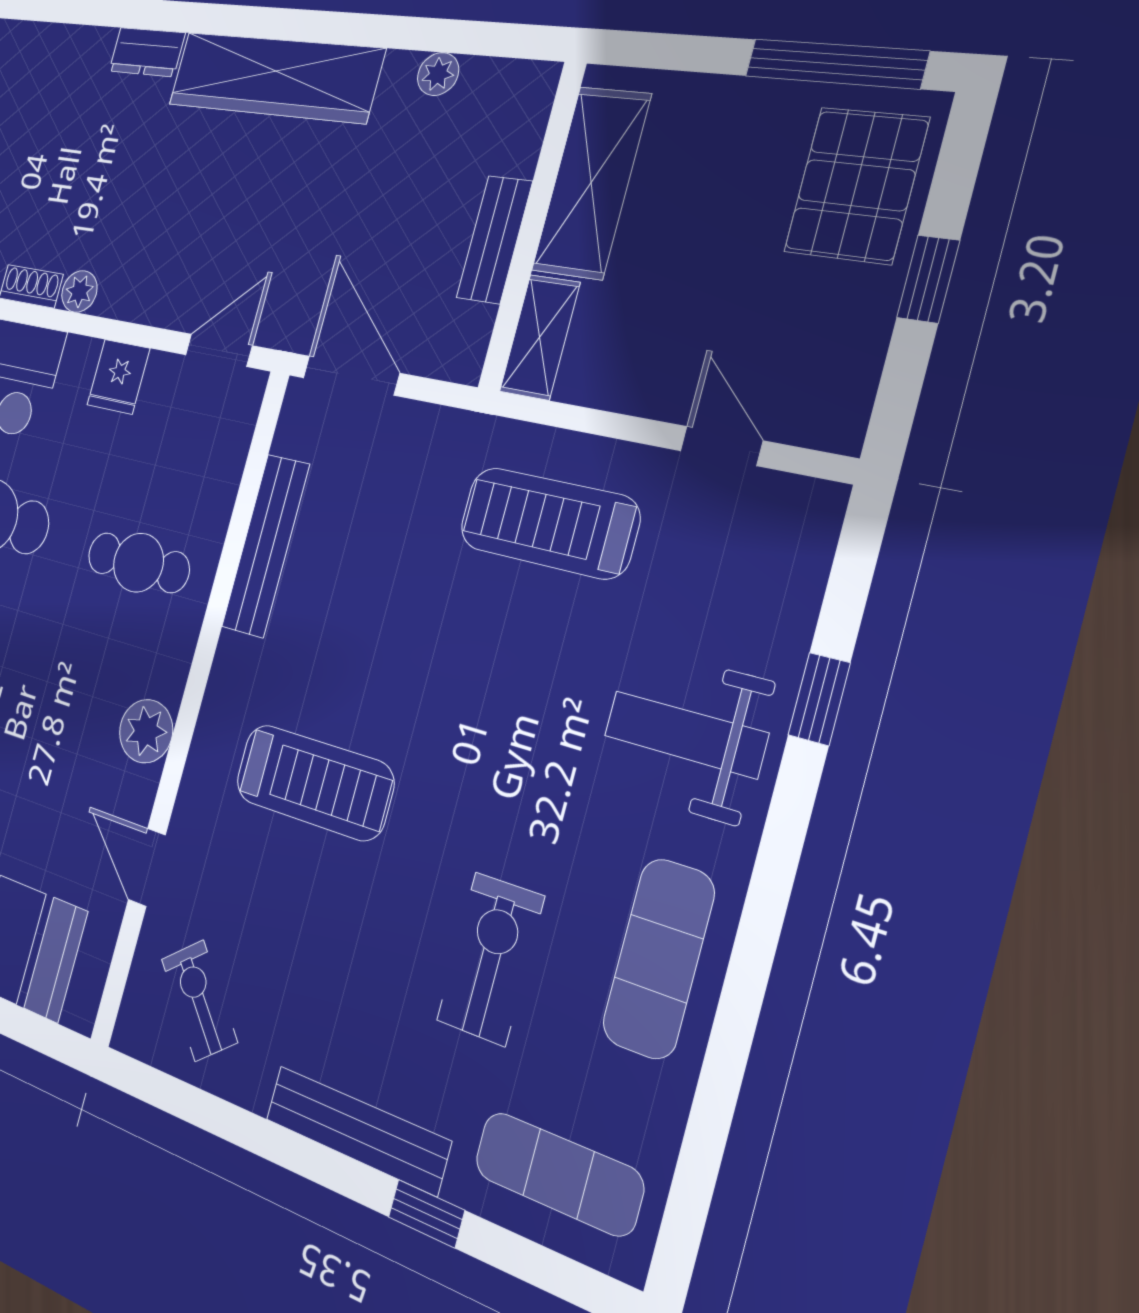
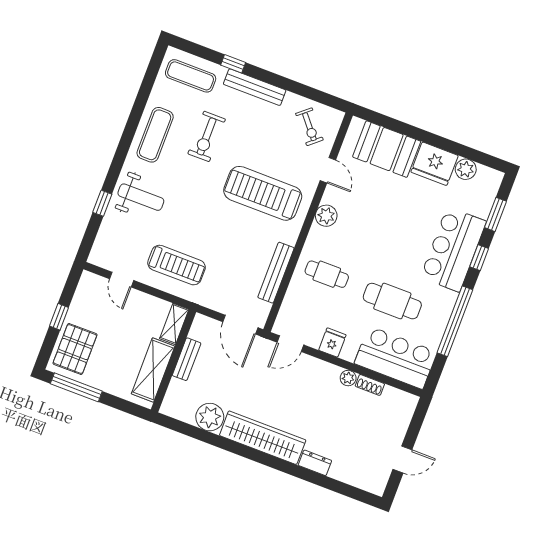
plant: (438, 74) -> (210, 417), width x1.88, depth x1.88
treadmill: (314, 782) -> (263, 193), width x1.37, depth x1.38

